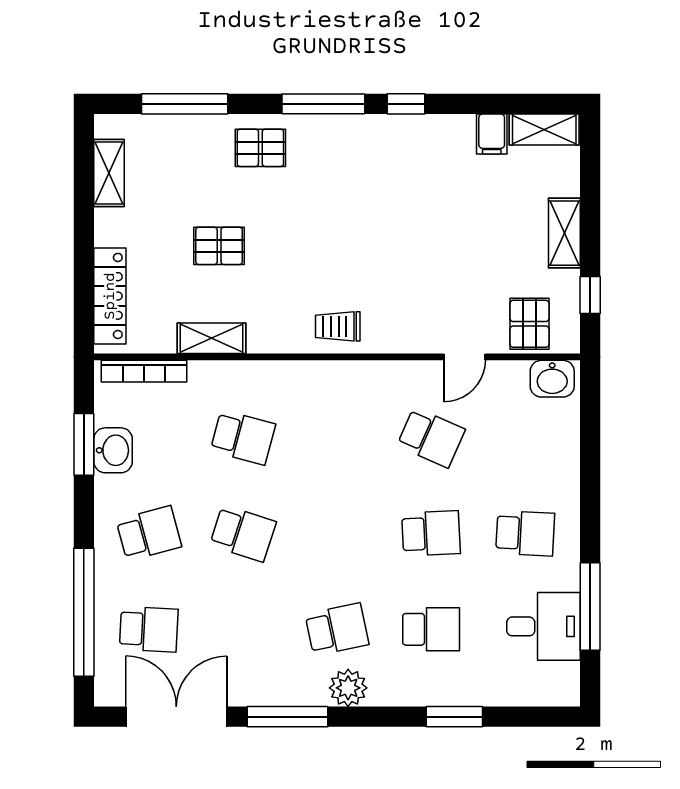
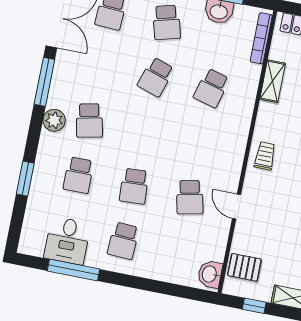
door: (464, 357) -> (236, 207), moved
school desk: (431, 437) -> (190, 197), turned -36

